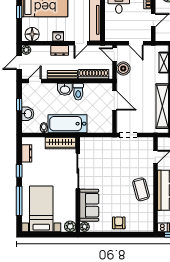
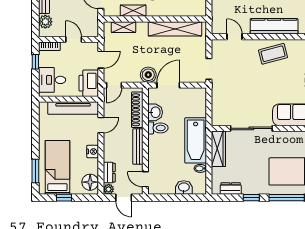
printer: (116, 33) -> (89, 83), added
door: (81, 43) -> (101, 125), hinge flipped
dresser: (60, 50) -> (109, 173), moved
boiler: (123, 69) -> (148, 75), moved
washbasin: (65, 89) -> (155, 112), moved
window: (19, 105) -> (173, 198), removed

